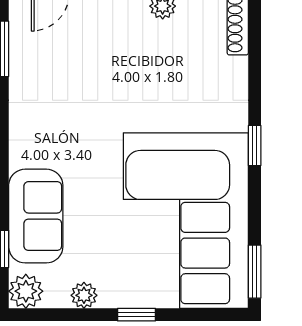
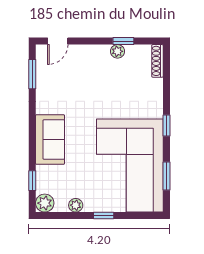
sofa: (36, 216) -> (50, 139), moved
window: (255, 272) -> (166, 176), moved

